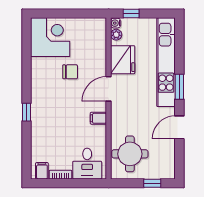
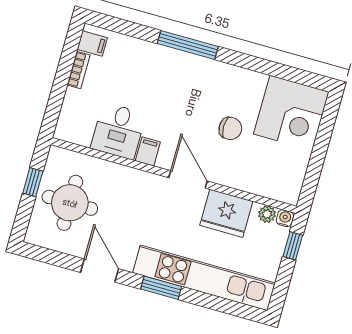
chair: (70, 72) -> (230, 128), turned -90
window: (26, 112) -> (188, 45), width x2.17
round table: (130, 154) -> (70, 203), moved
desk: (87, 164) -> (118, 131), moved, turned -90
window: (152, 183) -> (33, 182), moved

